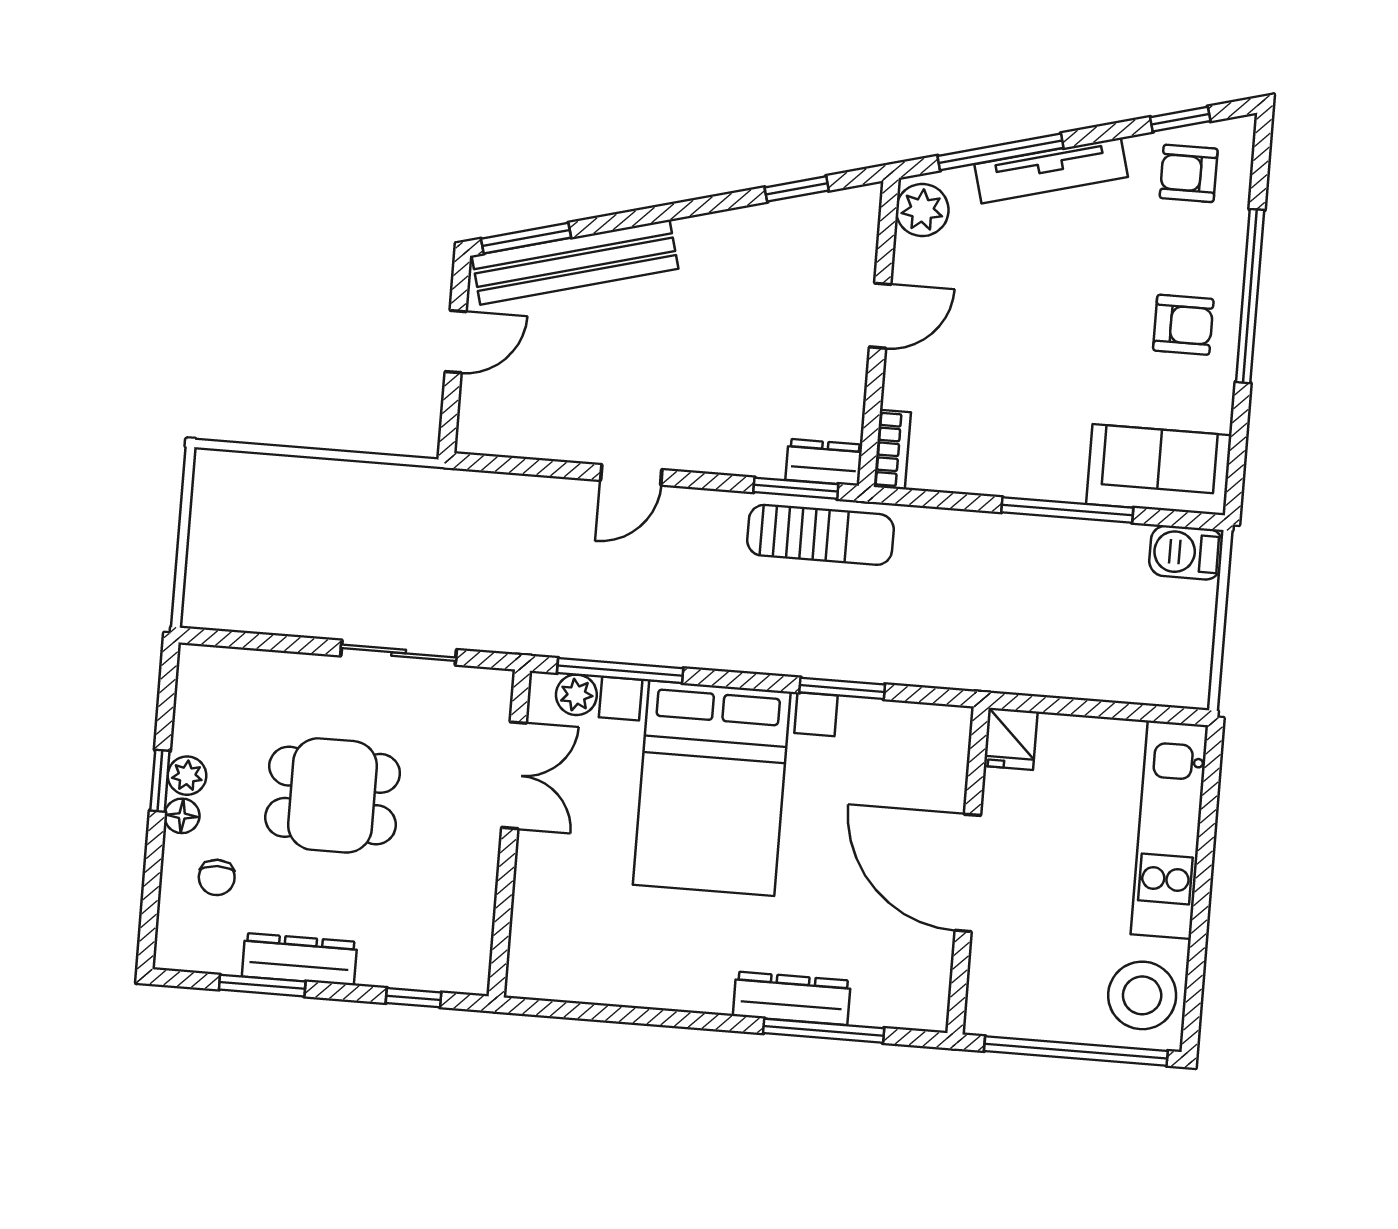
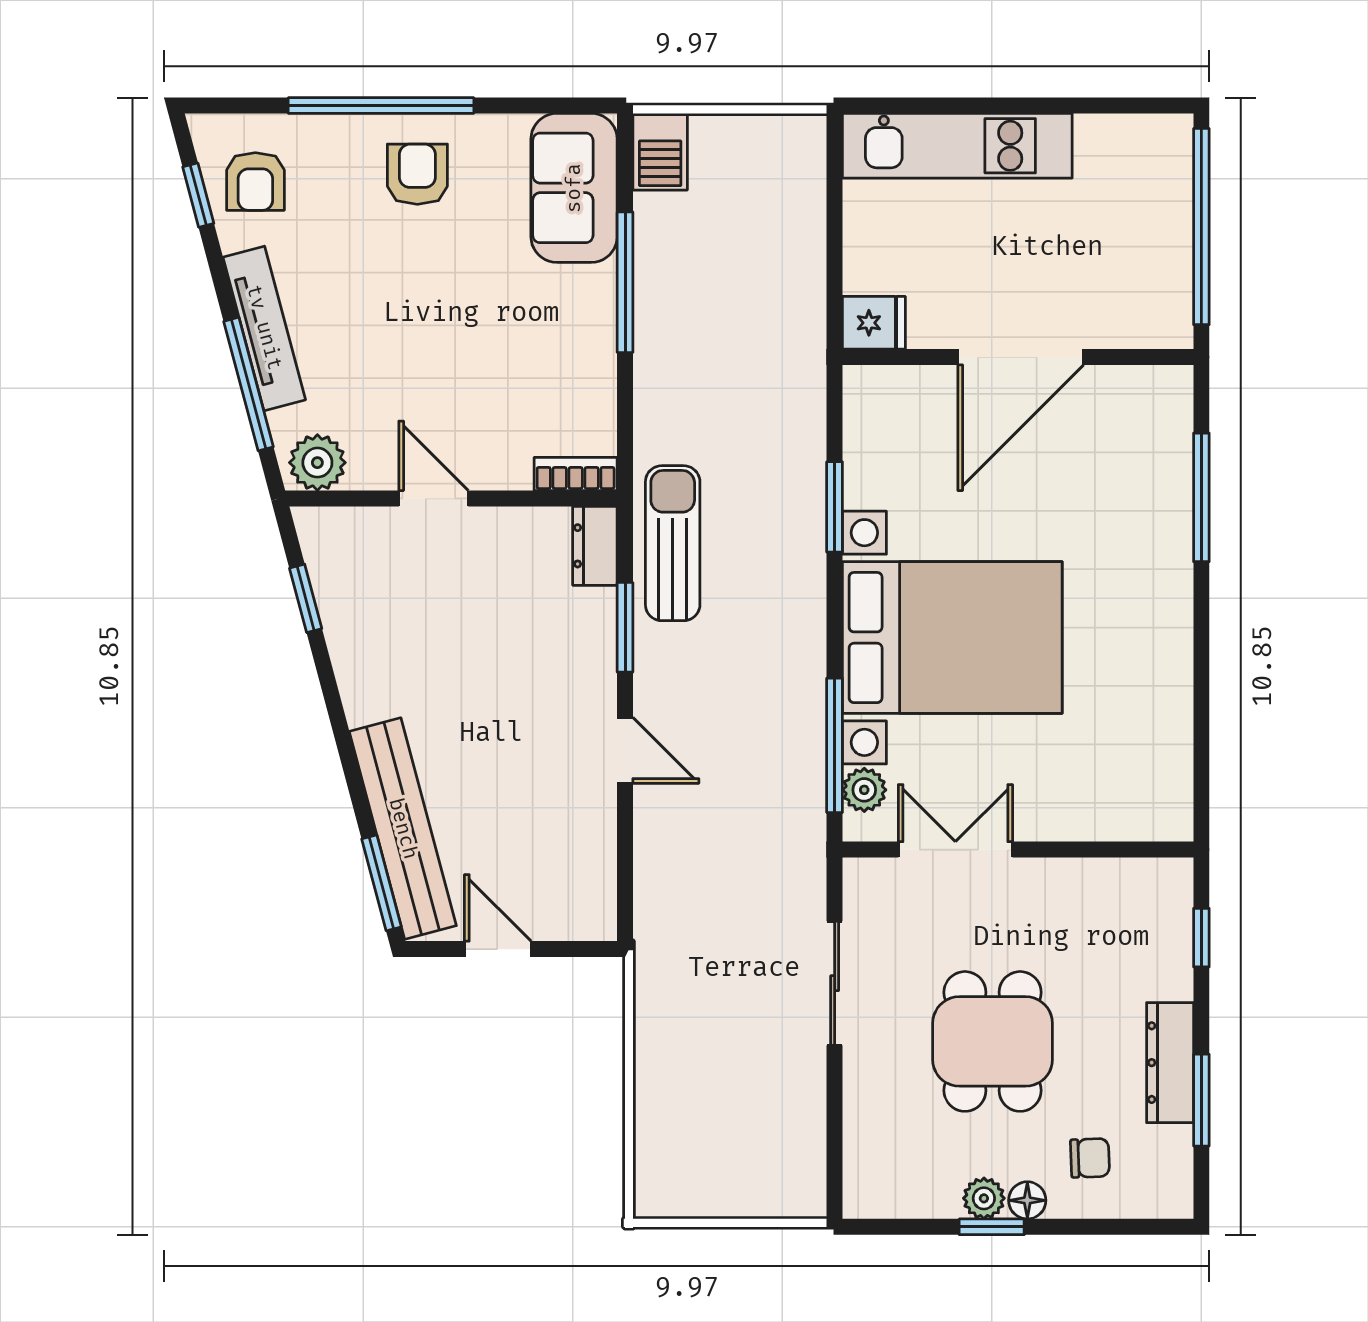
window: (796, 488) -> (625, 627), moved
stool: (1142, 995) -> (1136, 161), removed
dresser: (792, 998) -> (1170, 534), removed

